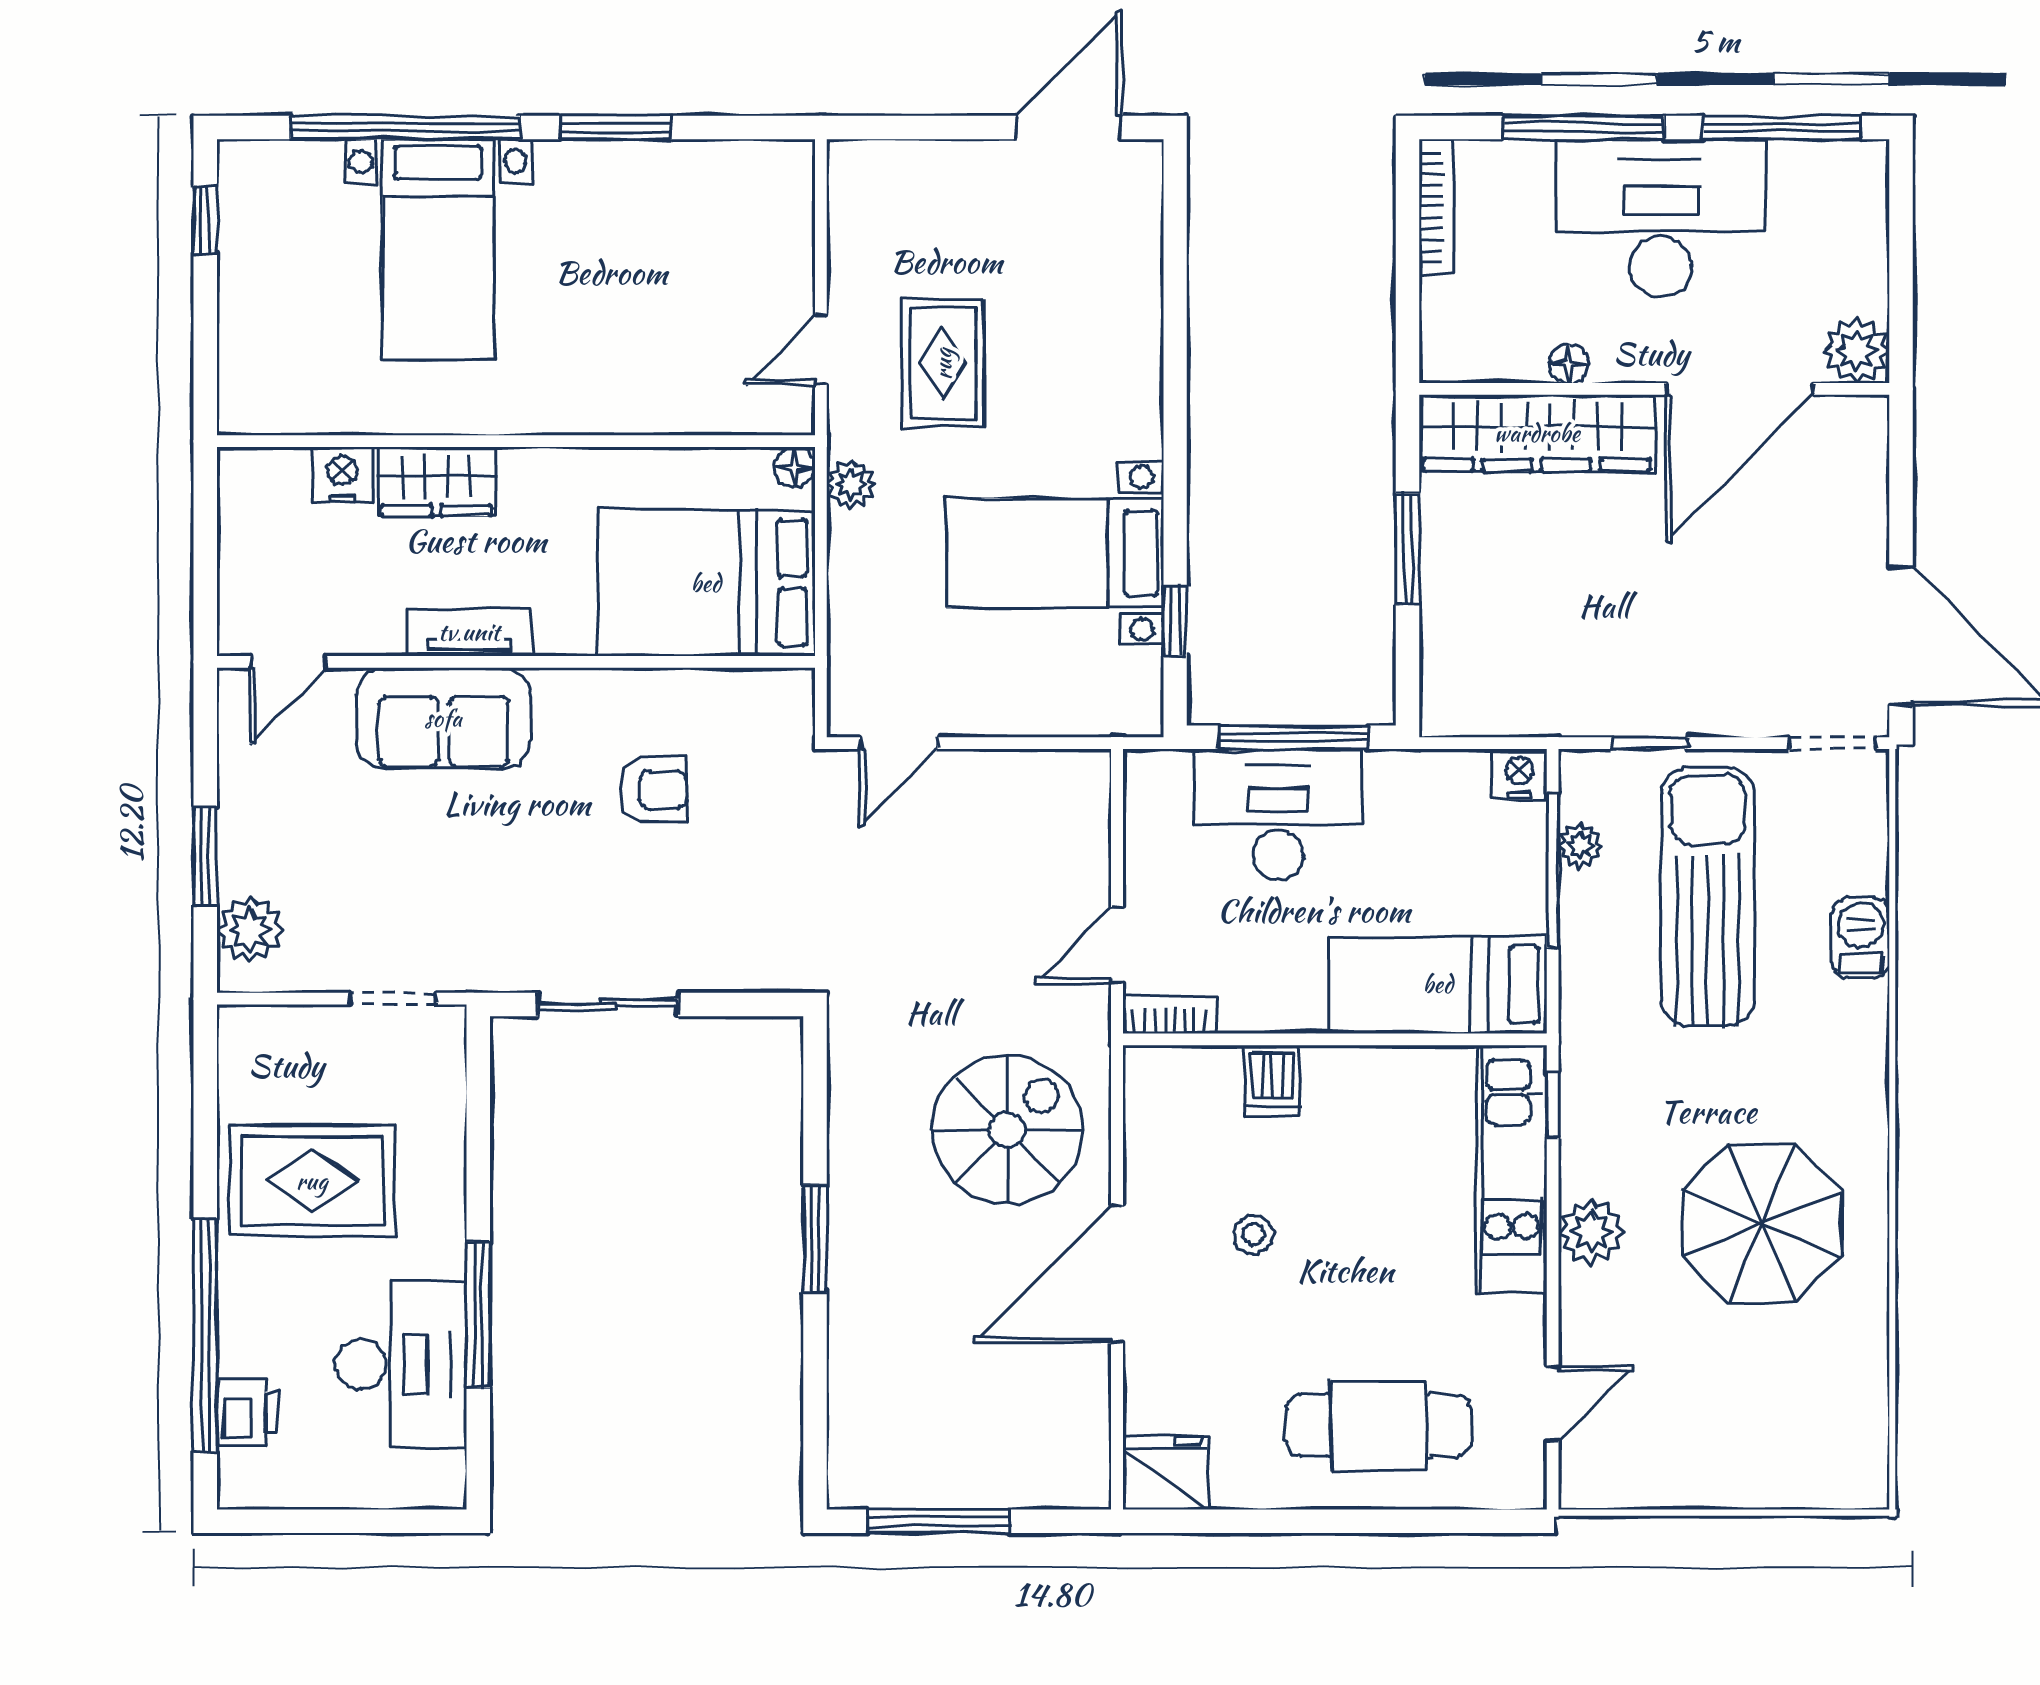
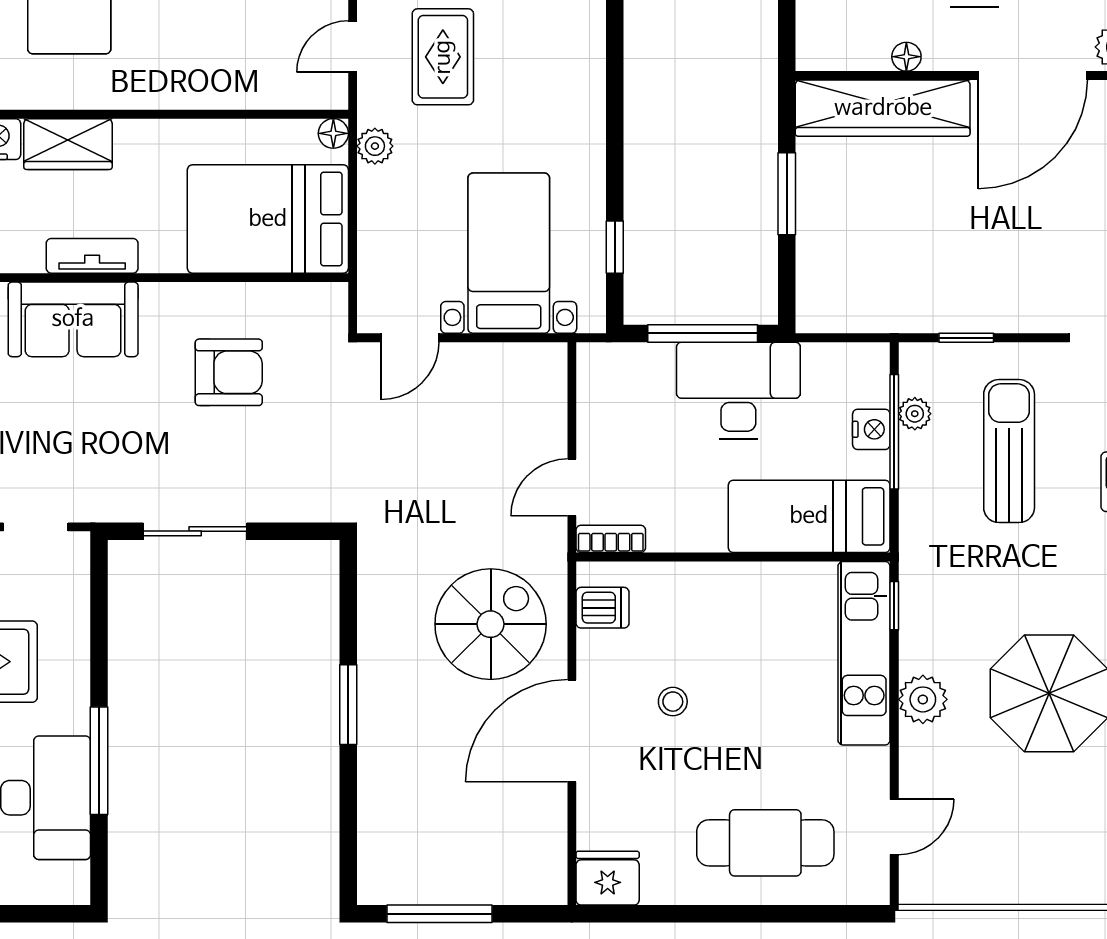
bed with nightstands: (1055, 553) -> (509, 253), moved, turned 90
nightstand: (1519, 774) -> (871, 429), moved, turned 90
armchair: (654, 790) -> (229, 372), width x1.38, depth x1.38
desk: (1278, 815) -> (738, 391), moved
sun lounger: (1708, 896) -> (1009, 451), width x0.73, depth x0.75
dishwasher: (1272, 1081) -> (602, 608), moved, turned -90

